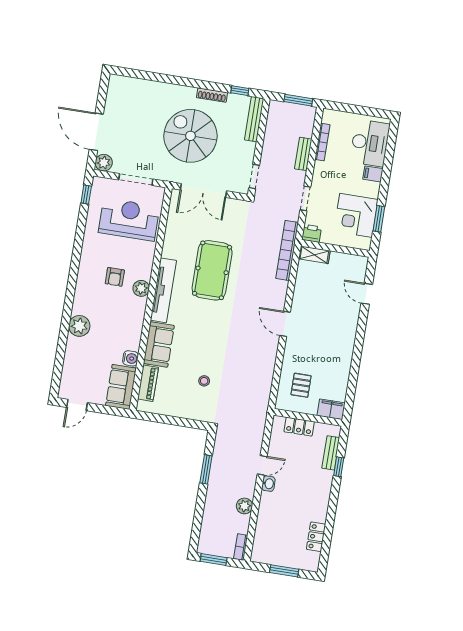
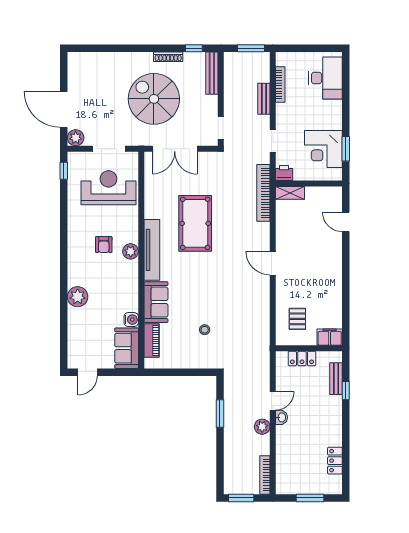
filing cabinet: (373, 174) -> (333, 107), removed
plant: (244, 506) -> (262, 427), moved
bookcase: (241, 547) -> (265, 475), width x1.56

